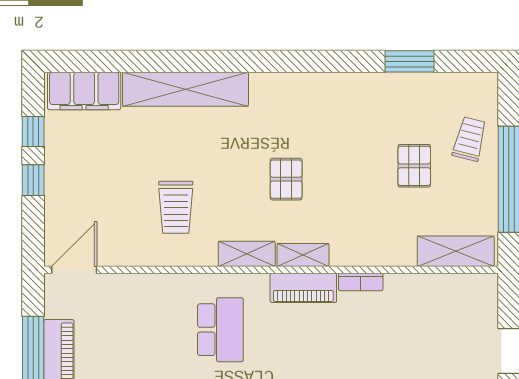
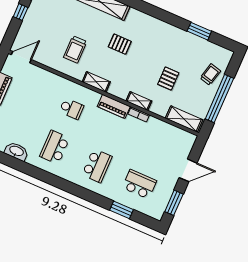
pallet: (414, 166) -> (168, 79), moved
pallet: (286, 179) -> (120, 44), moved, turned 90
shelving: (303, 255) -> (139, 101), moved
school desk: (220, 330) -> (71, 109), width x0.54

